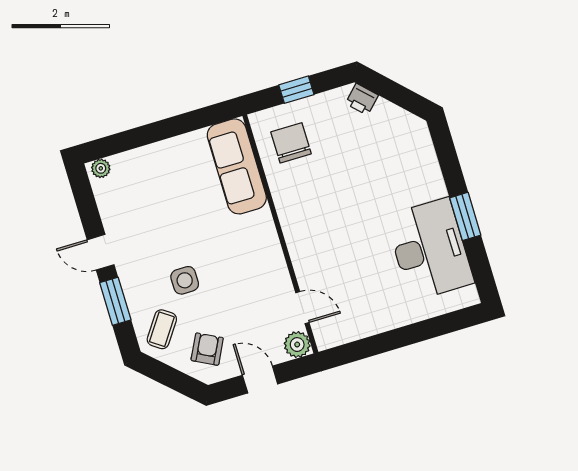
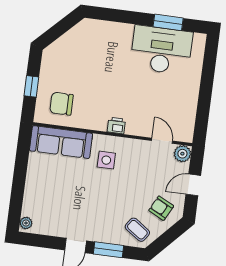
printer: (362, 99) -> (116, 126), moved, turned -135
window: (465, 216) -> (168, 22), moved
side table: (185, 280) -> (106, 160), moved
door: (302, 308) -> (162, 141), hinge flipped

